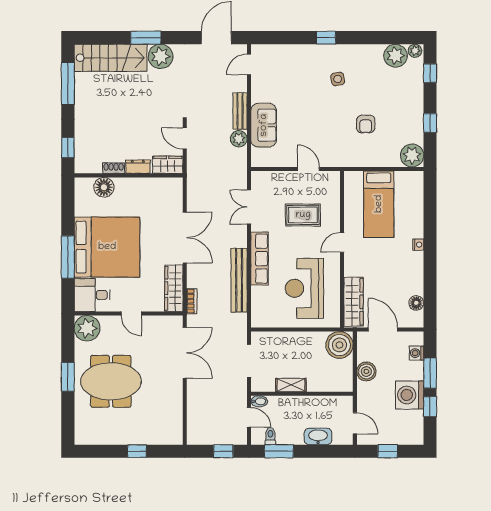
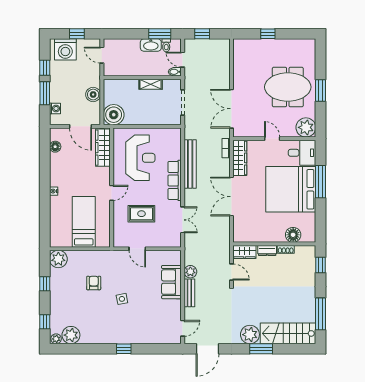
side table: (338, 79) -> (122, 299), moved
washing machine: (410, 395) -> (65, 49), moved, turned 90
washbasin: (318, 436) -> (151, 45), moved

